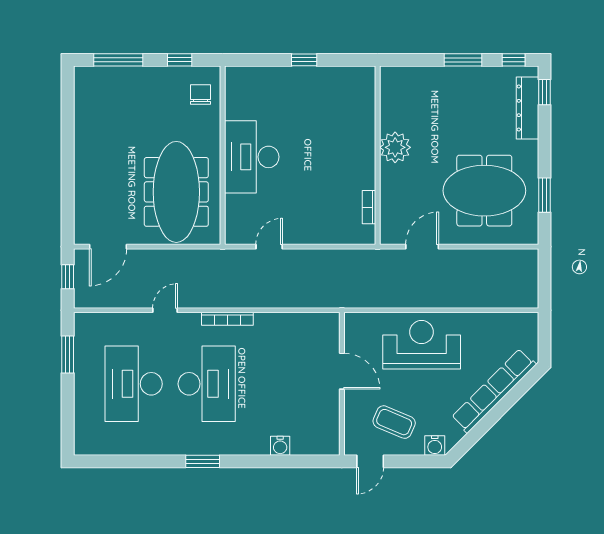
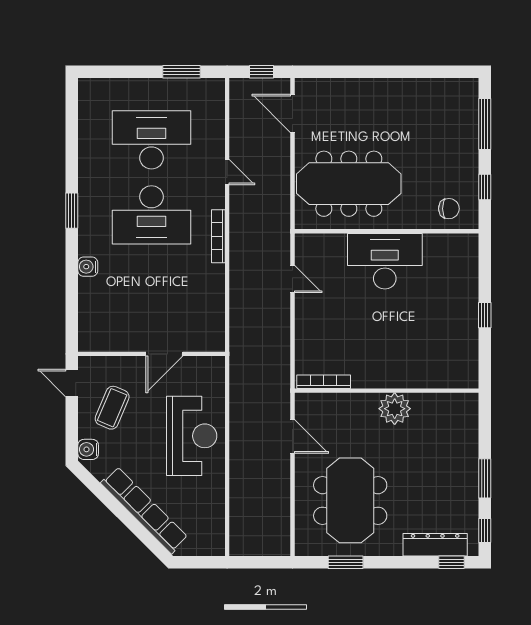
bookcase: (369, 207) -> (324, 382), width x1.56
water cooler: (280, 446) -> (88, 267), moved

